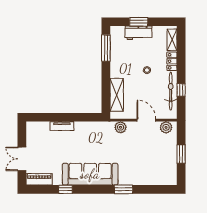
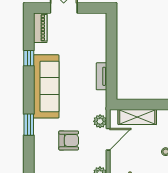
door: (146, 120) -> (108, 139), moved
tv unit: (62, 126) -> (102, 76), moved
armchair: (137, 155) -> (69, 140), added

